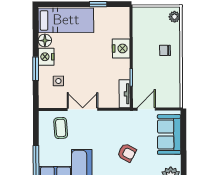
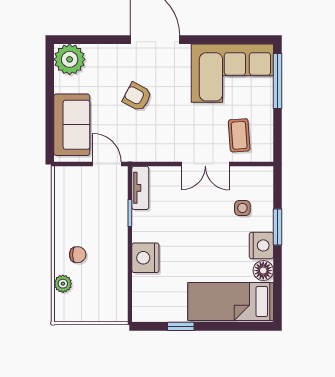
plant: (174, 17) -> (63, 284), moved
door: (146, 109) -> (107, 164), swing flipped

